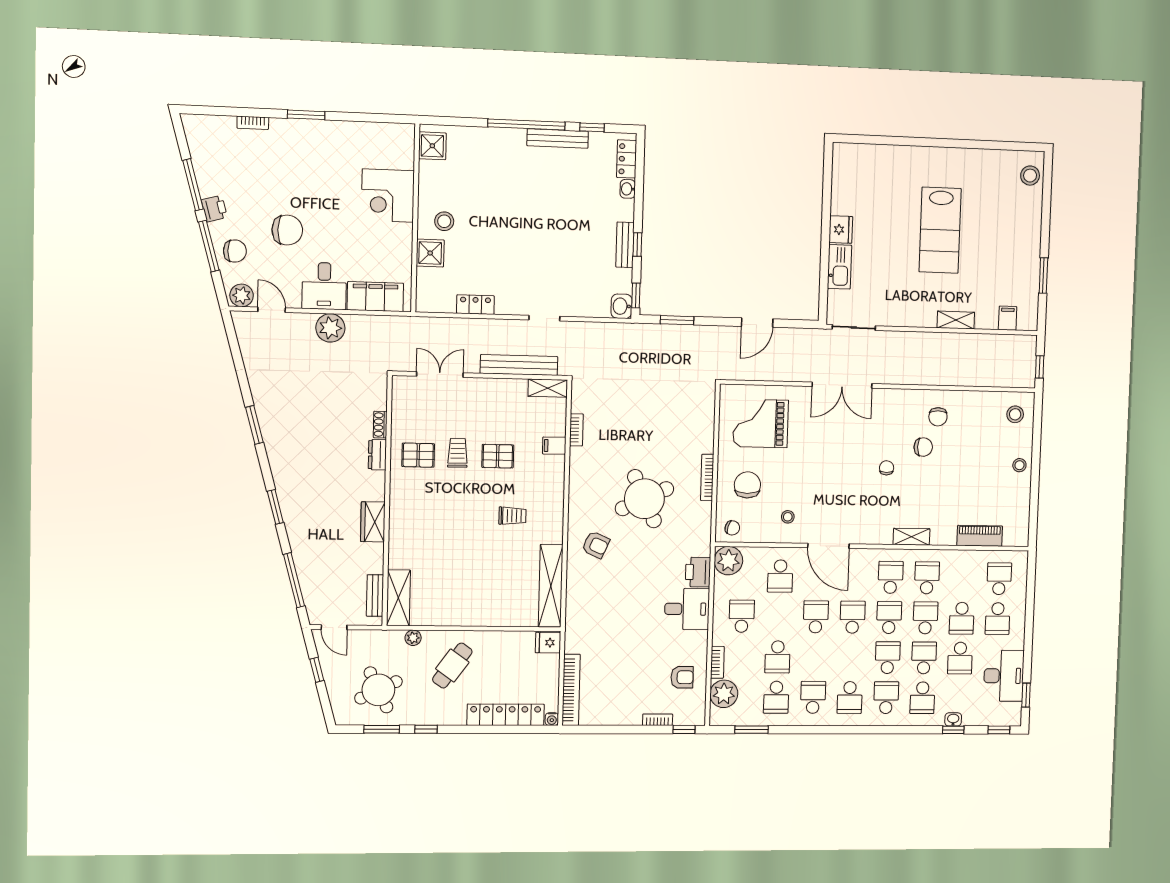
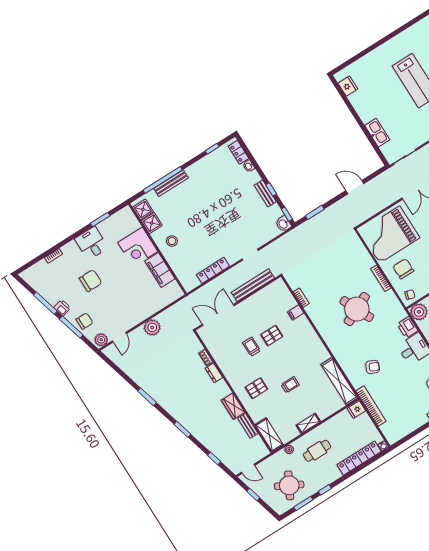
window: (306, 115) -> (100, 220), moved
window: (526, 124) -> (163, 180), moved
bench: (558, 139) -> (171, 183), moved
chair: (287, 230) -> (91, 281), moved
fridge: (841, 230) -> (348, 86), moved
shower: (430, 253) -> (152, 223), moved
desk: (324, 286) -> (91, 243), moved, turned 180
filing cabinet: (375, 297) -> (160, 270), moved, turned -90
locker: (475, 305) -> (213, 270), width x1.53
door: (272, 310) -> (119, 337), swing flipped
door: (757, 323) -> (355, 187), swing flipped
double door: (440, 374) -> (218, 315), width x1.37
shelving: (548, 388) -> (308, 423), moved
grand piano: (761, 423) -> (390, 235), width x1.37, depth x1.48
pallet: (418, 455) -> (256, 388), moved
trolley: (512, 516) -> (290, 385), moved
armchair: (596, 545) -> (373, 367), moved
window: (294, 580) -> (214, 458), width x0.46
bench: (375, 596) -> (248, 426), moved
cafe table: (452, 666) -> (317, 451), turned 54
round table: (378, 690) -> (289, 485), turned -36
bookcase: (571, 690) -> (371, 406), moved

